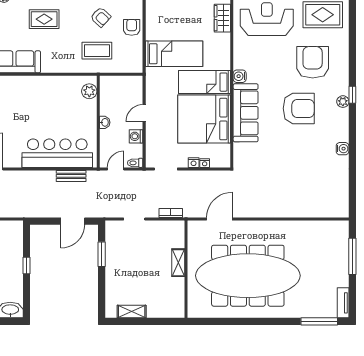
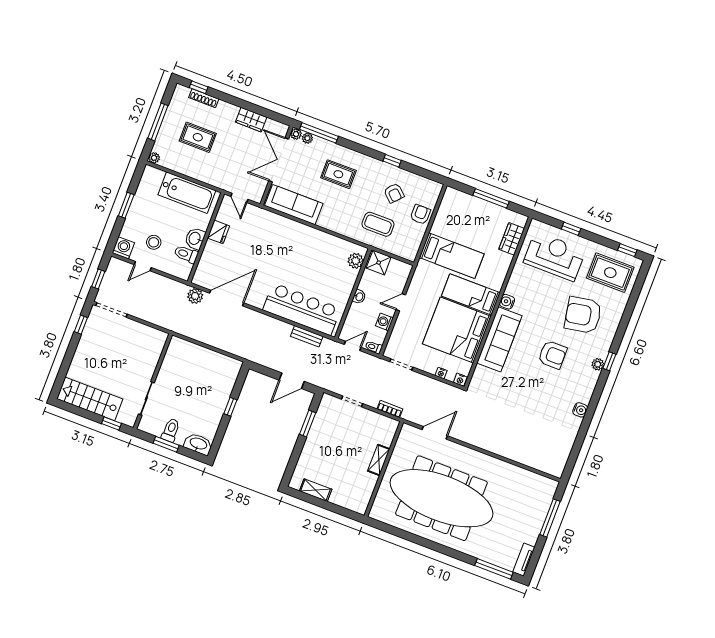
armchair: (313, 62) -> (583, 315), turned -100
shower: (111, 85) -> (379, 263), added
armchair: (299, 108) -> (552, 355), width x0.73, depth x0.73
nightstand: (194, 163) -> (460, 380), moved

